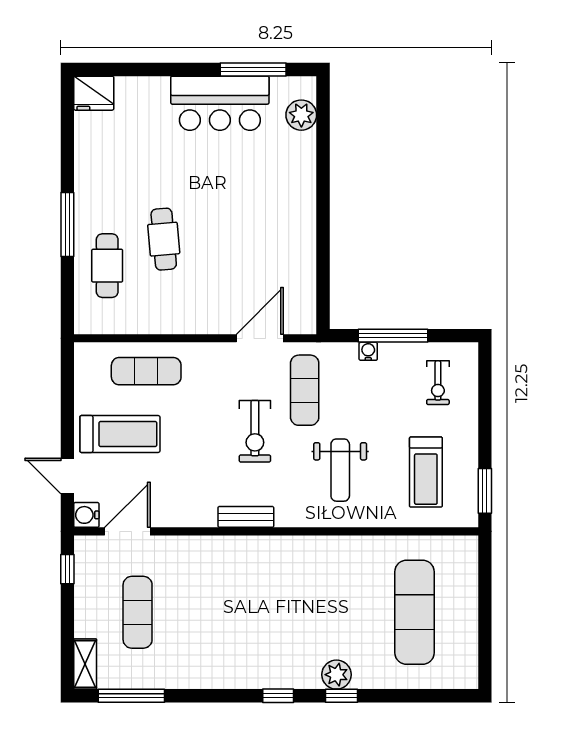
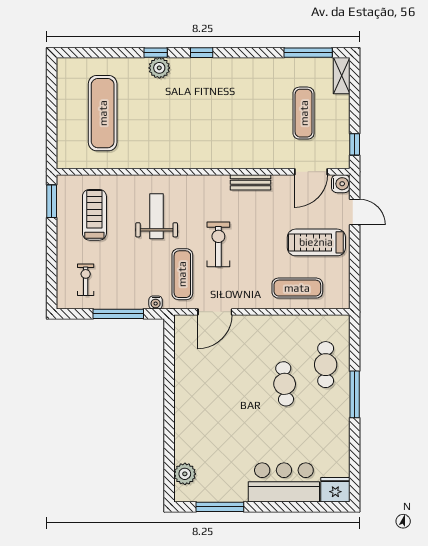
bar counter: (220, 103) -> (284, 482), moved
water cooler: (368, 351) -> (156, 302), moved
bench: (246, 517) -> (251, 182), moved

